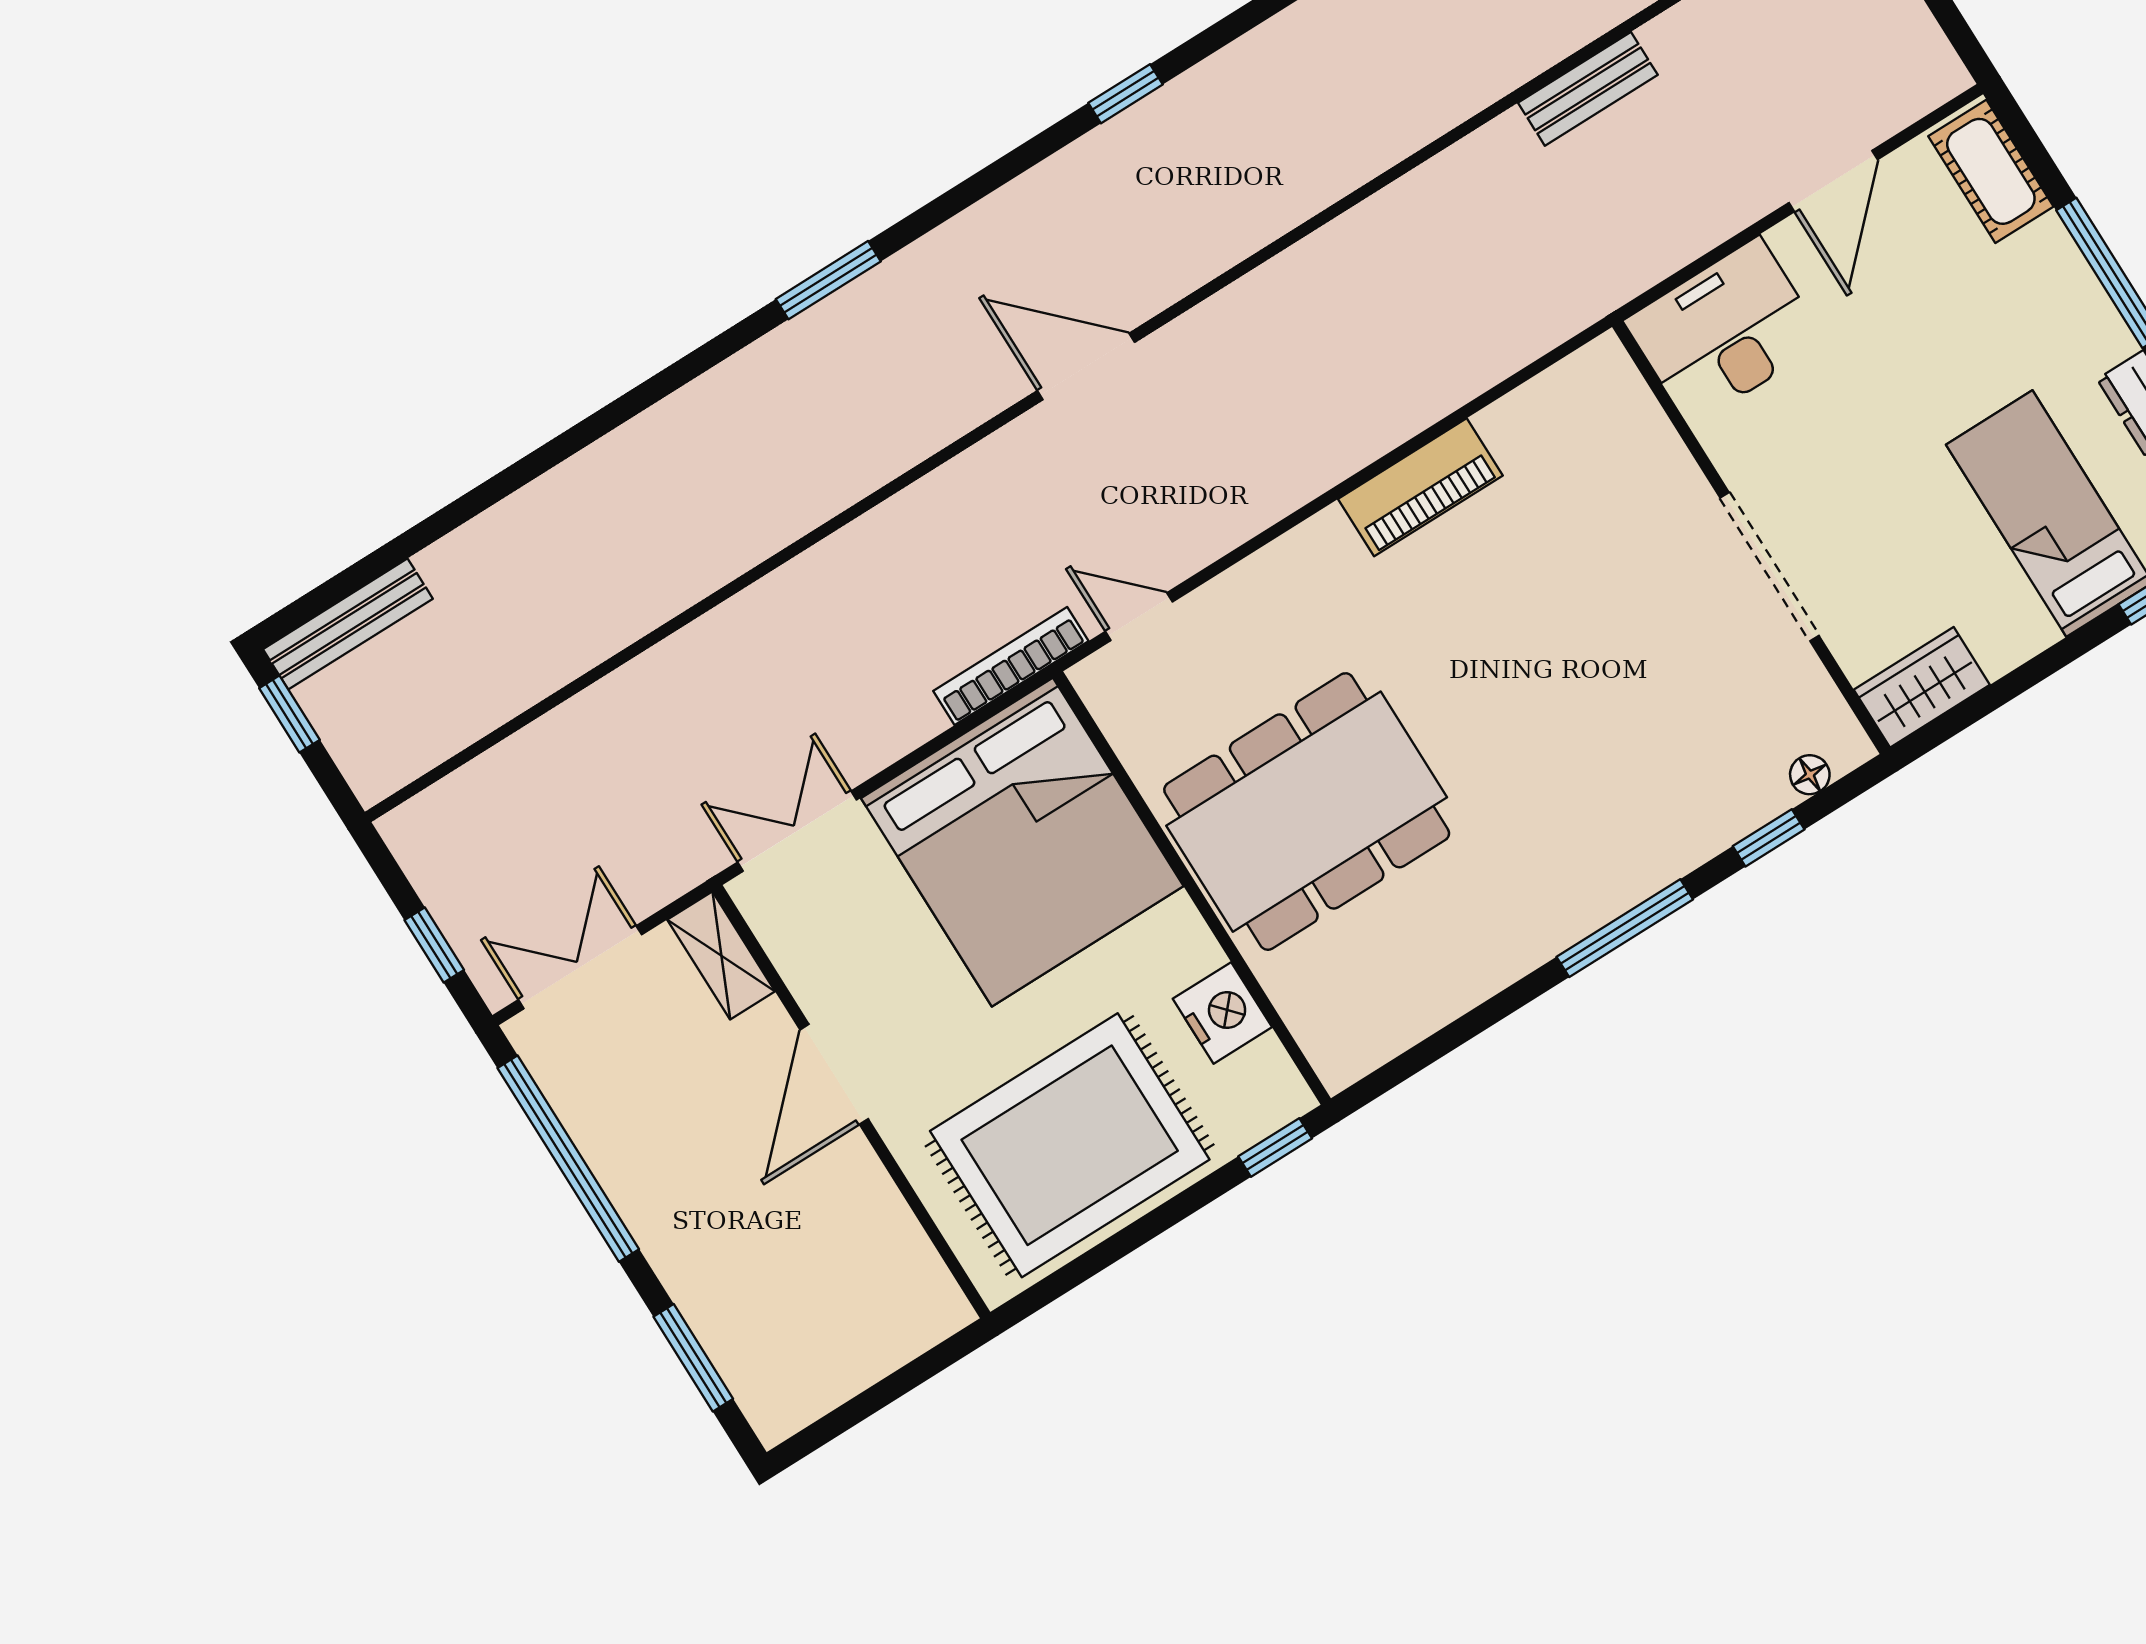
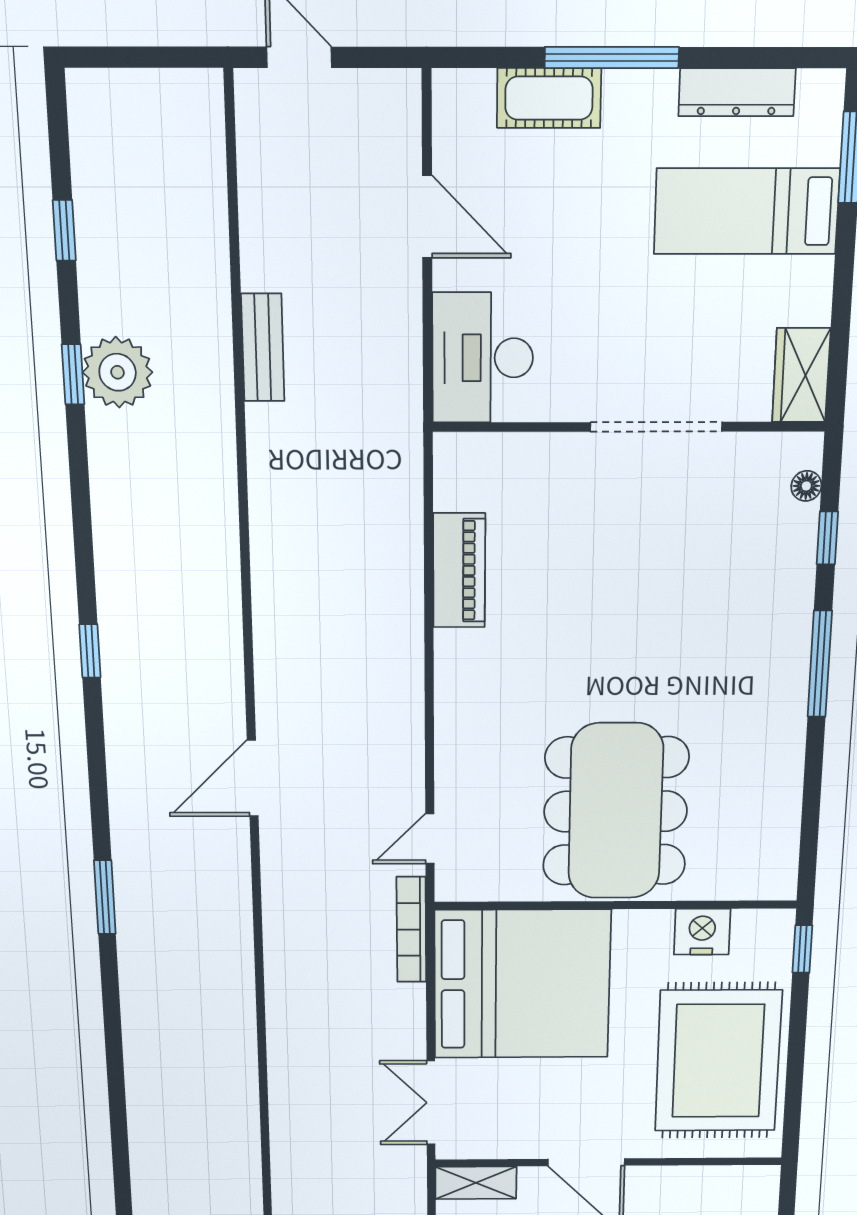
cot: (1991, 171) -> (549, 98), moved
piano: (1420, 487) -> (459, 570), moved

